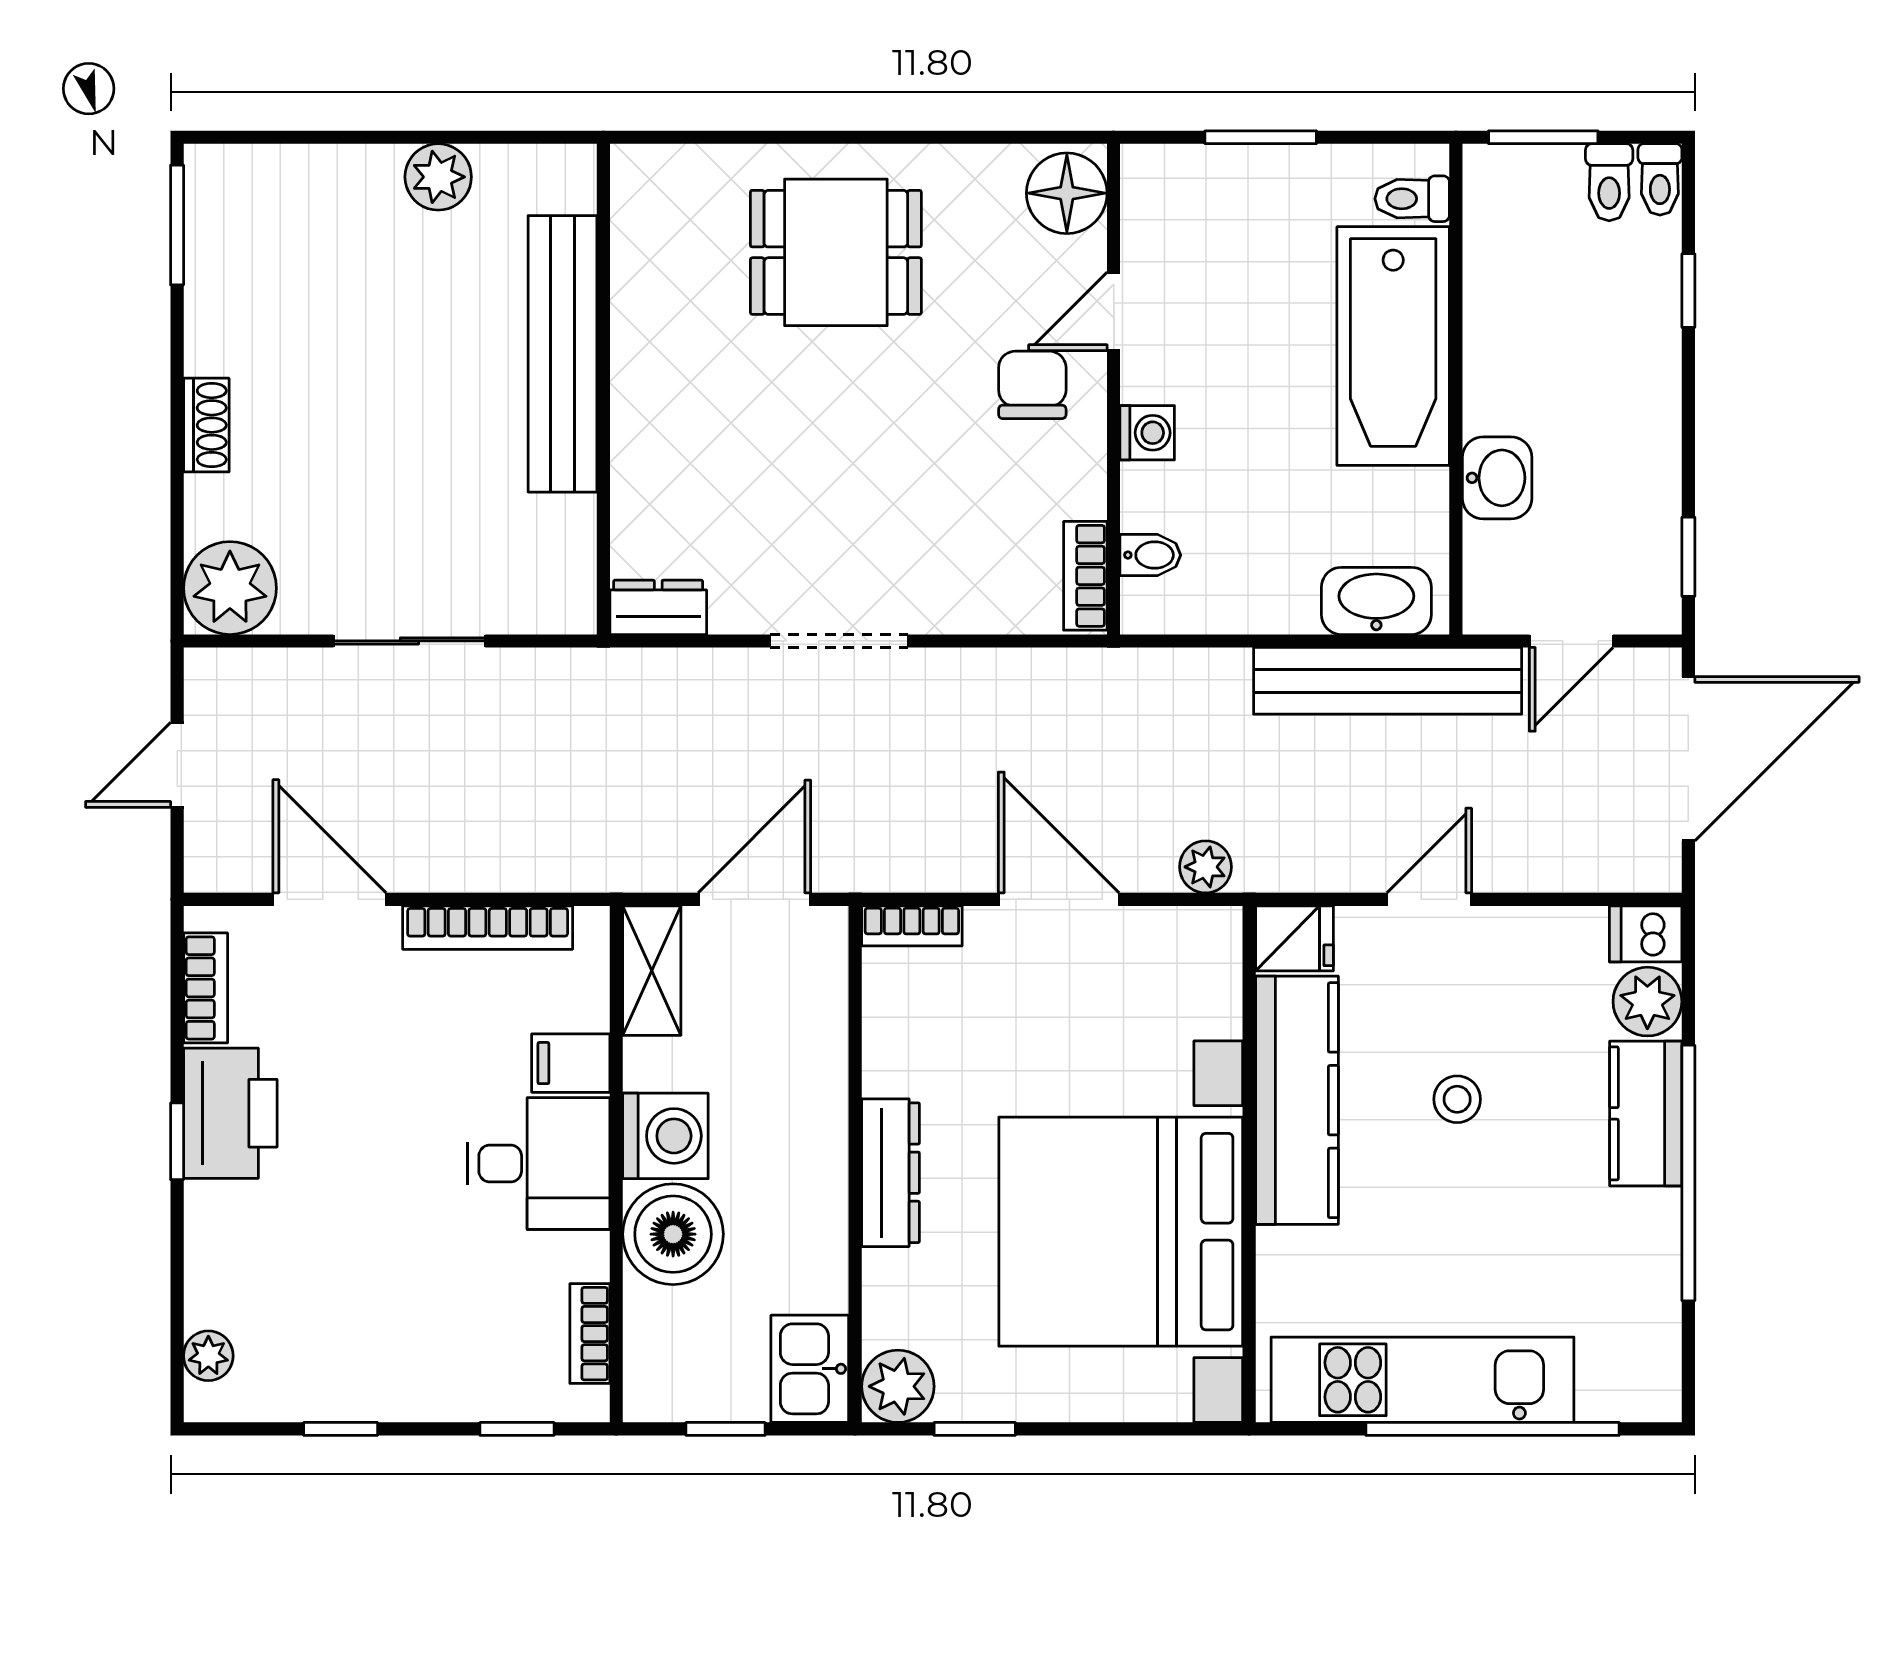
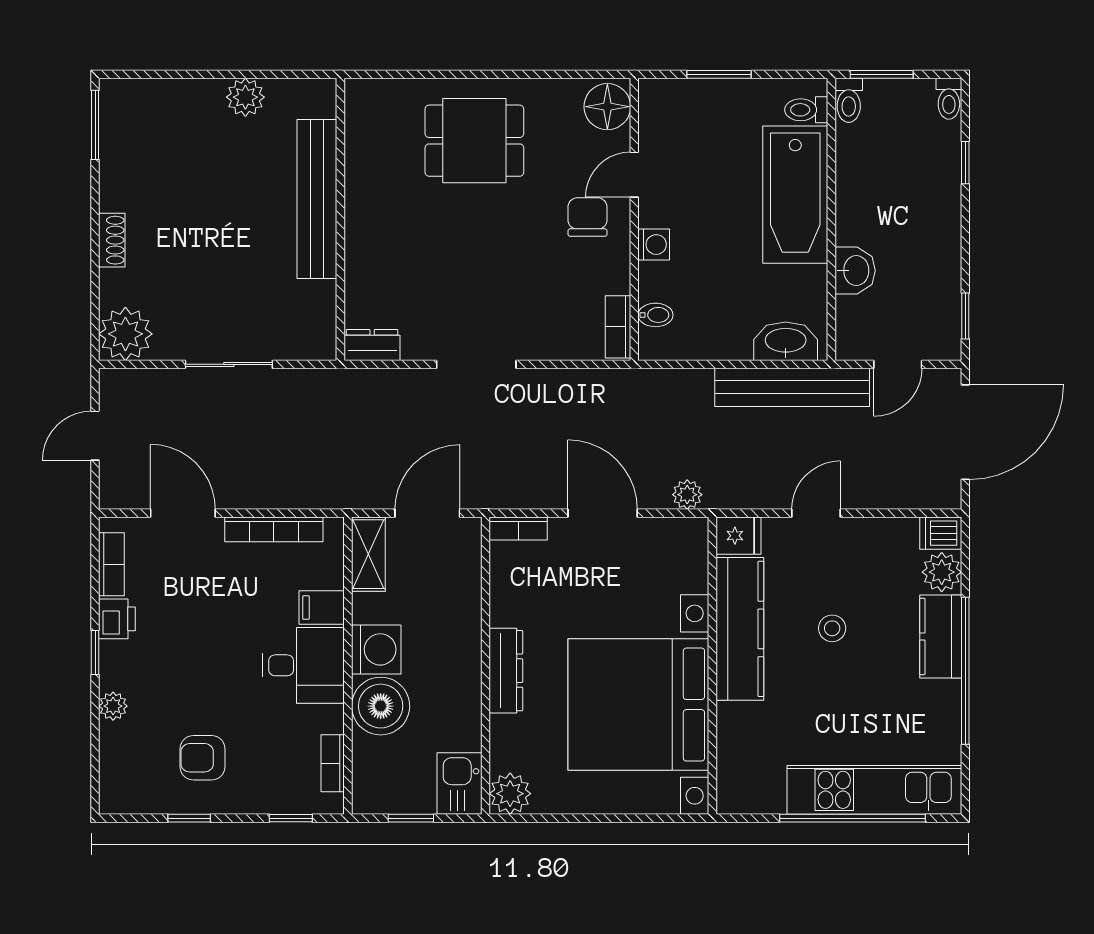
toilet: (1609, 182) -> (849, 100), moved
printer: (230, 1113) -> (117, 619), width x0.53, depth x0.68
armchair: (364, 1324) -> (203, 758), added
plant: (208, 1356) -> (113, 706), moved
kitchen unit: (1422, 1380) -> (874, 790), moved
window: (975, 1429) -> (554, 818), removed

